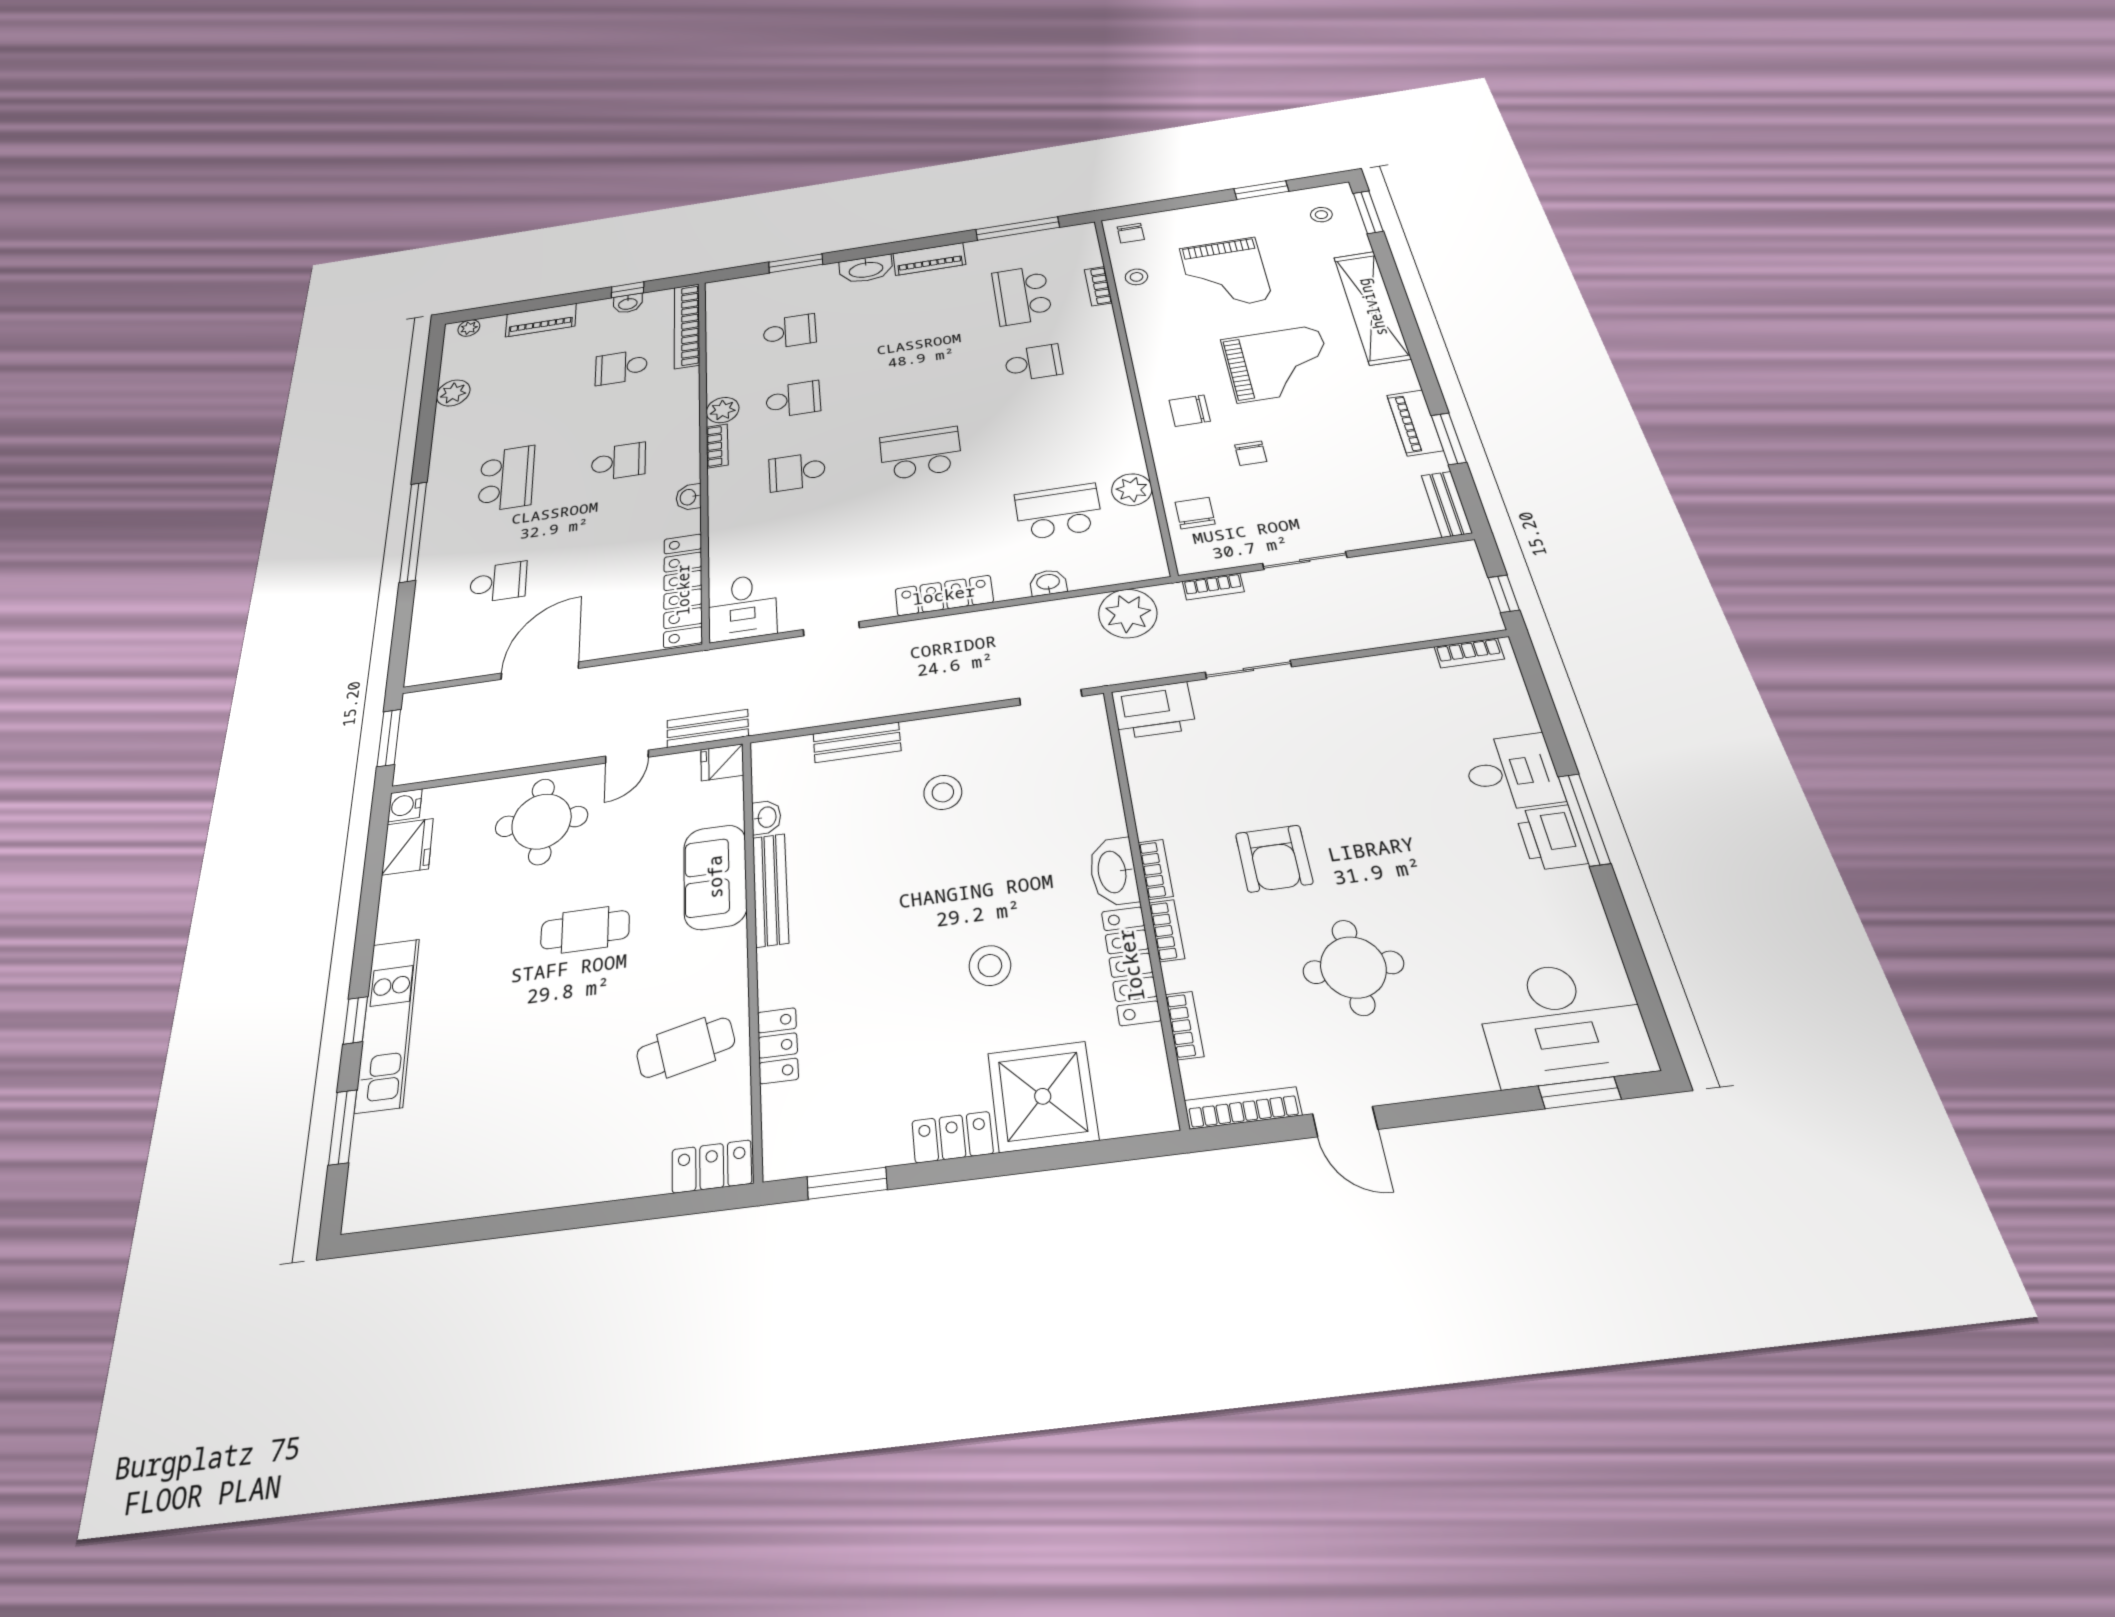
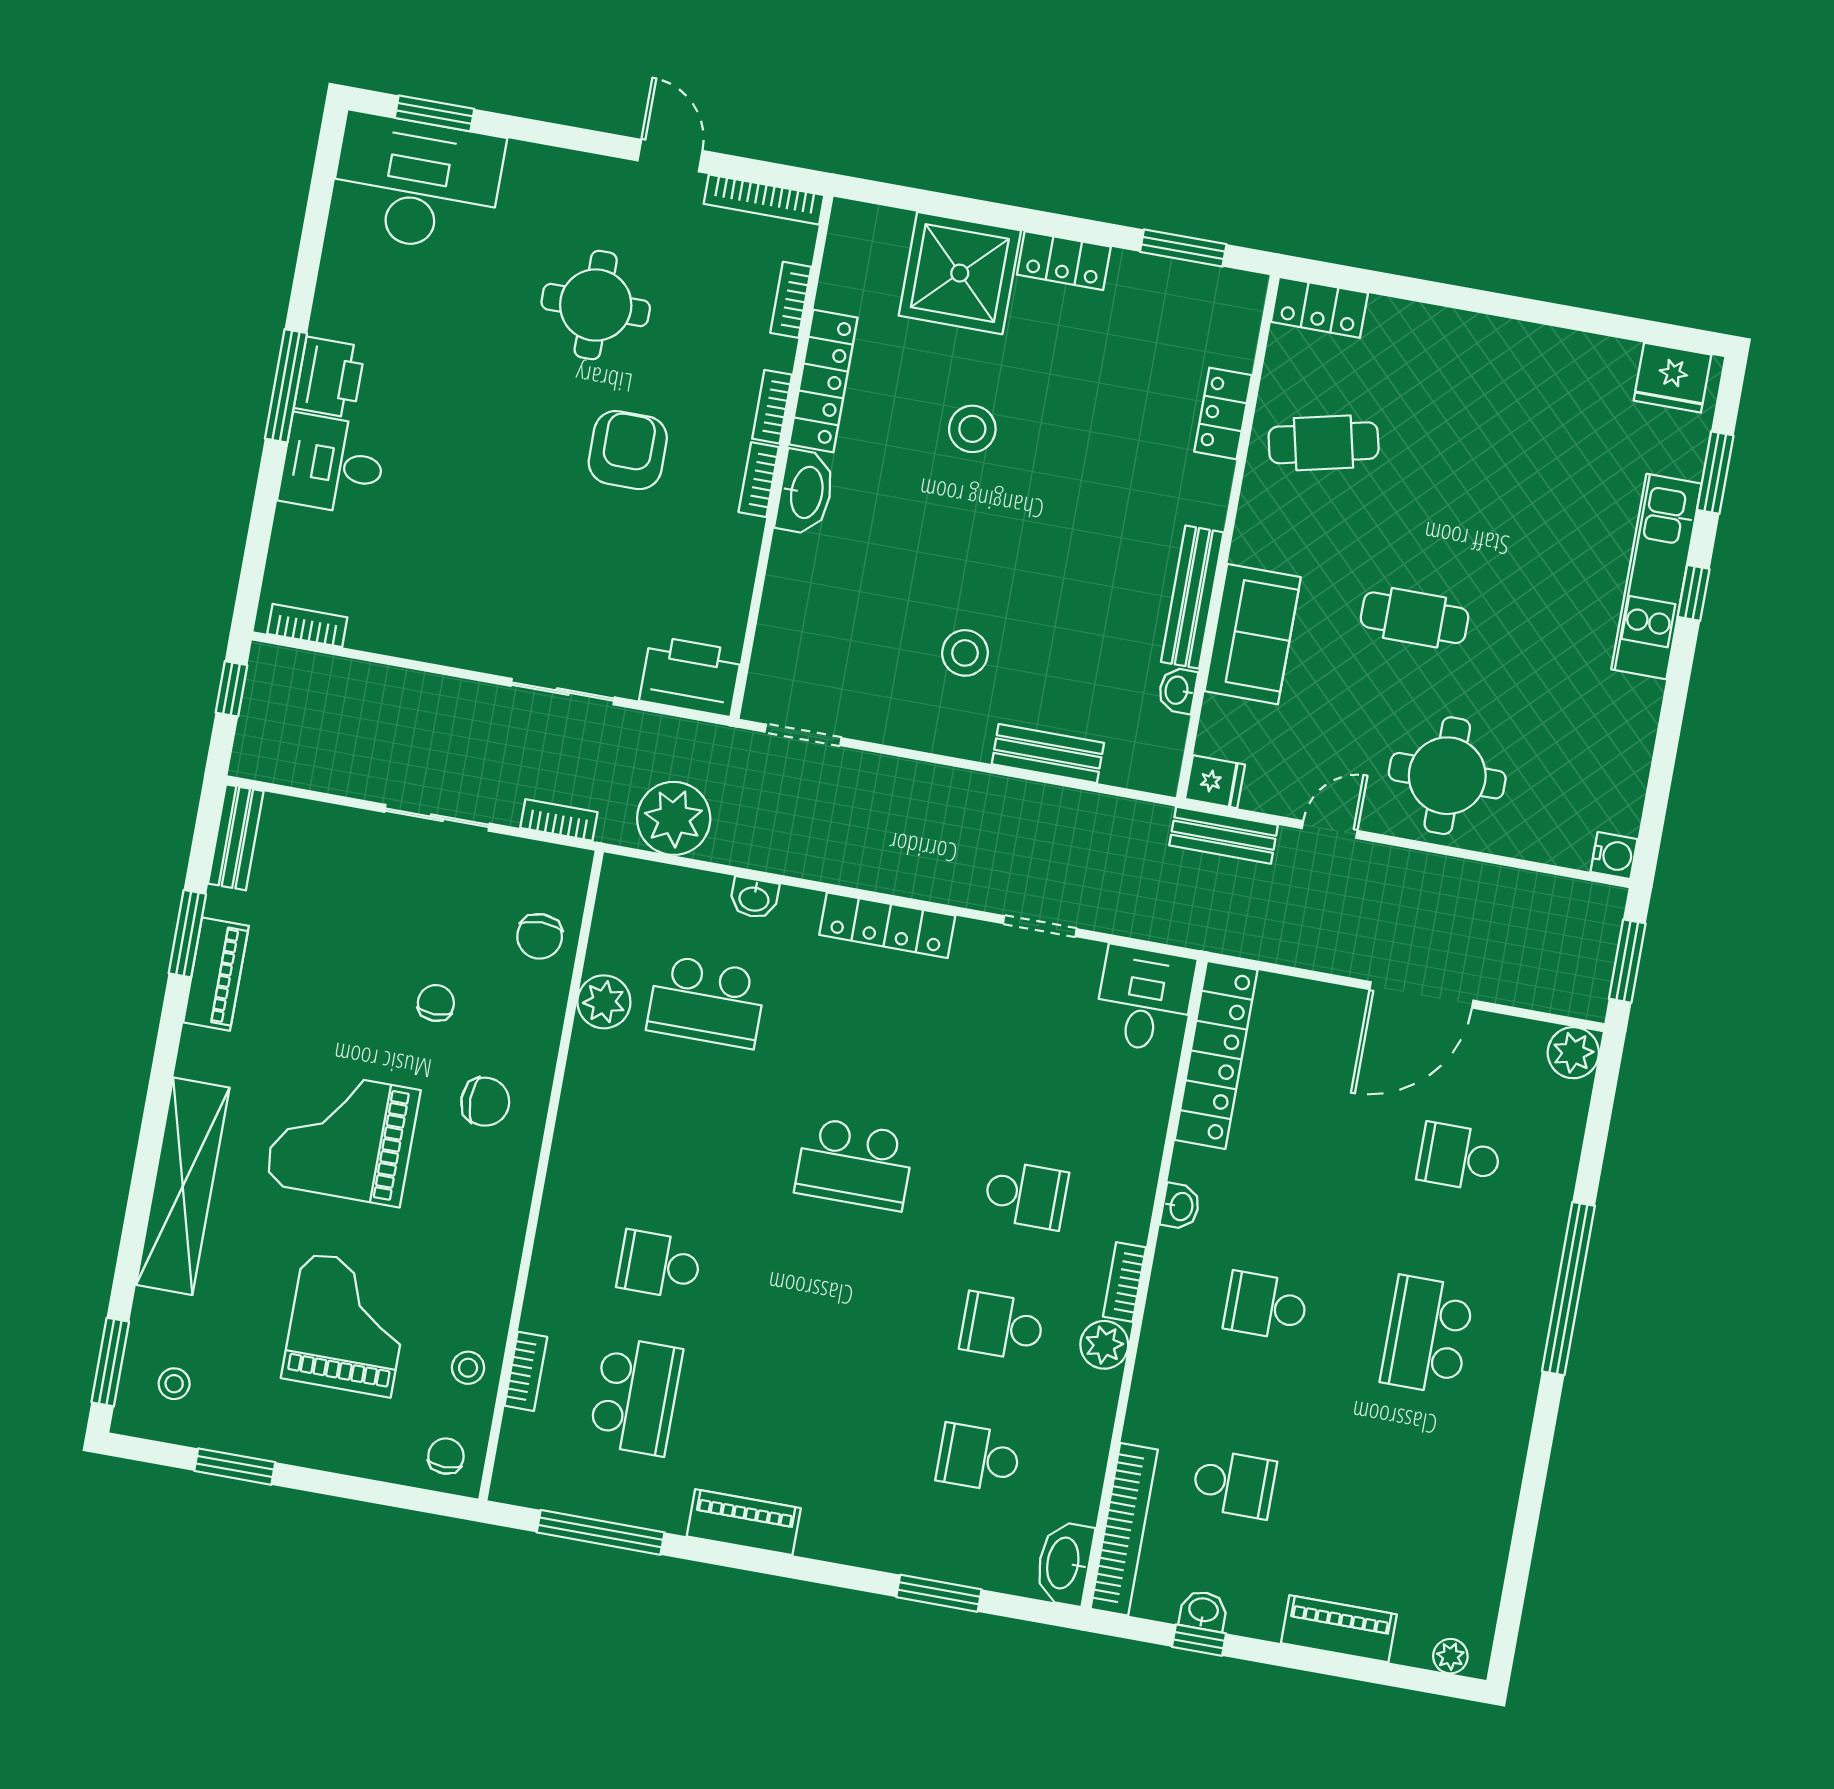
washbasin: (866, 269) -> (1064, 1563), moved, turned -90
plant: (453, 393) -> (1573, 1053), moved
fridge: (408, 847) -> (1672, 378), moved, turned -90

